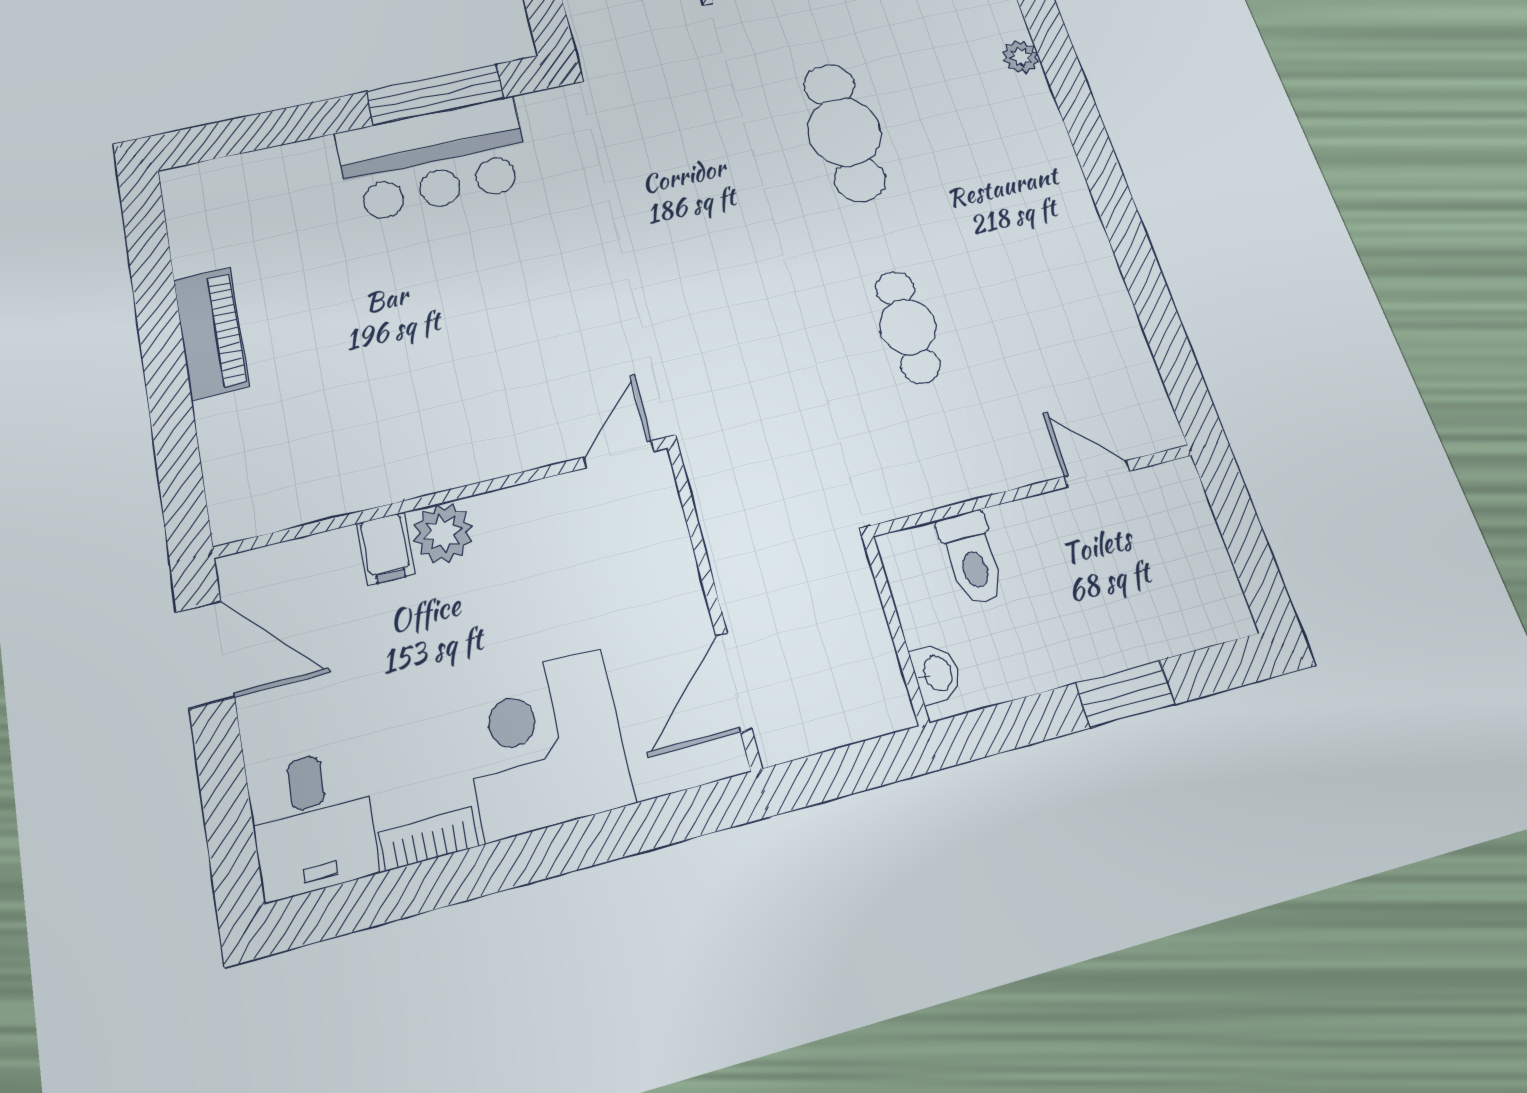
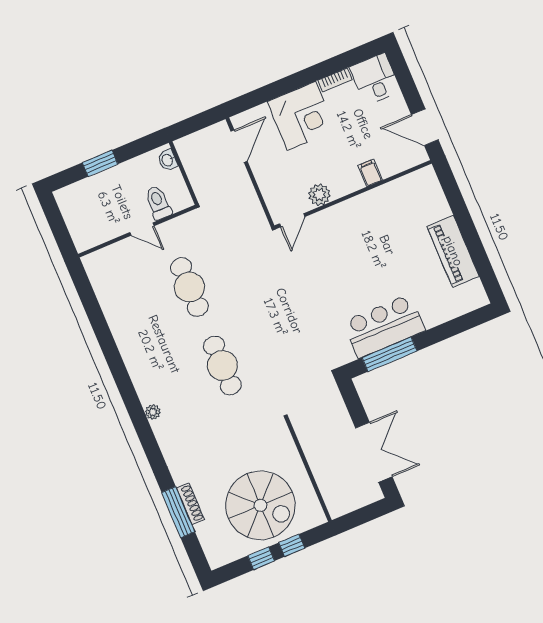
cafe table: (908, 327) -> (189, 287), width x1.37, depth x1.35
piano: (211, 333) -> (453, 251), width x1.37, depth x1.33
door: (1097, 474) -> (142, 229), moved
plant: (443, 533) -> (319, 195), moved

